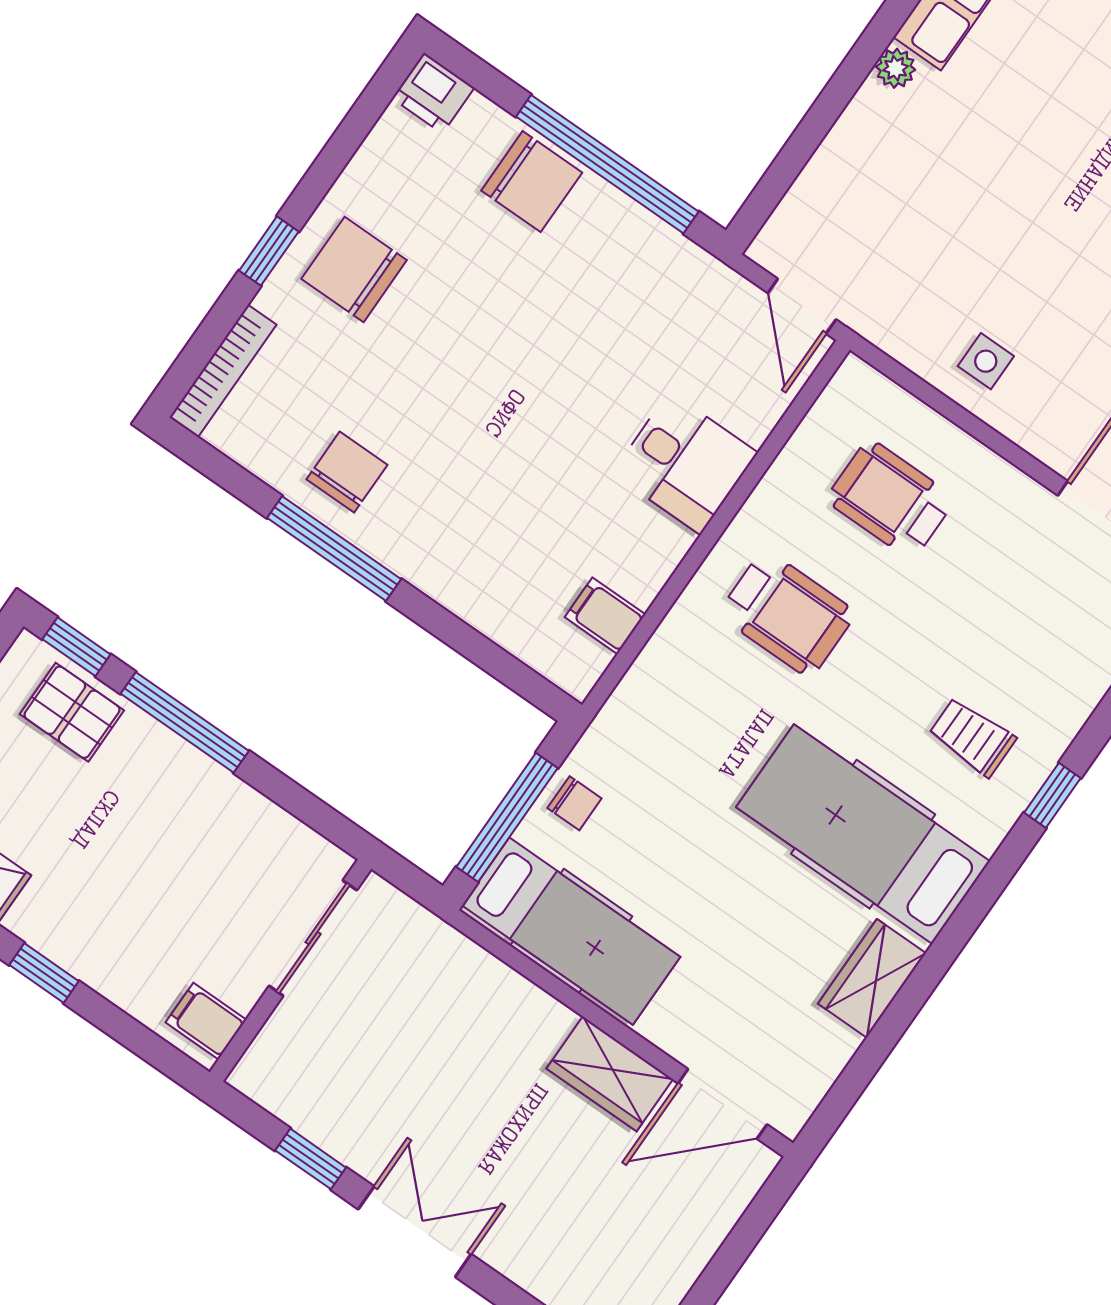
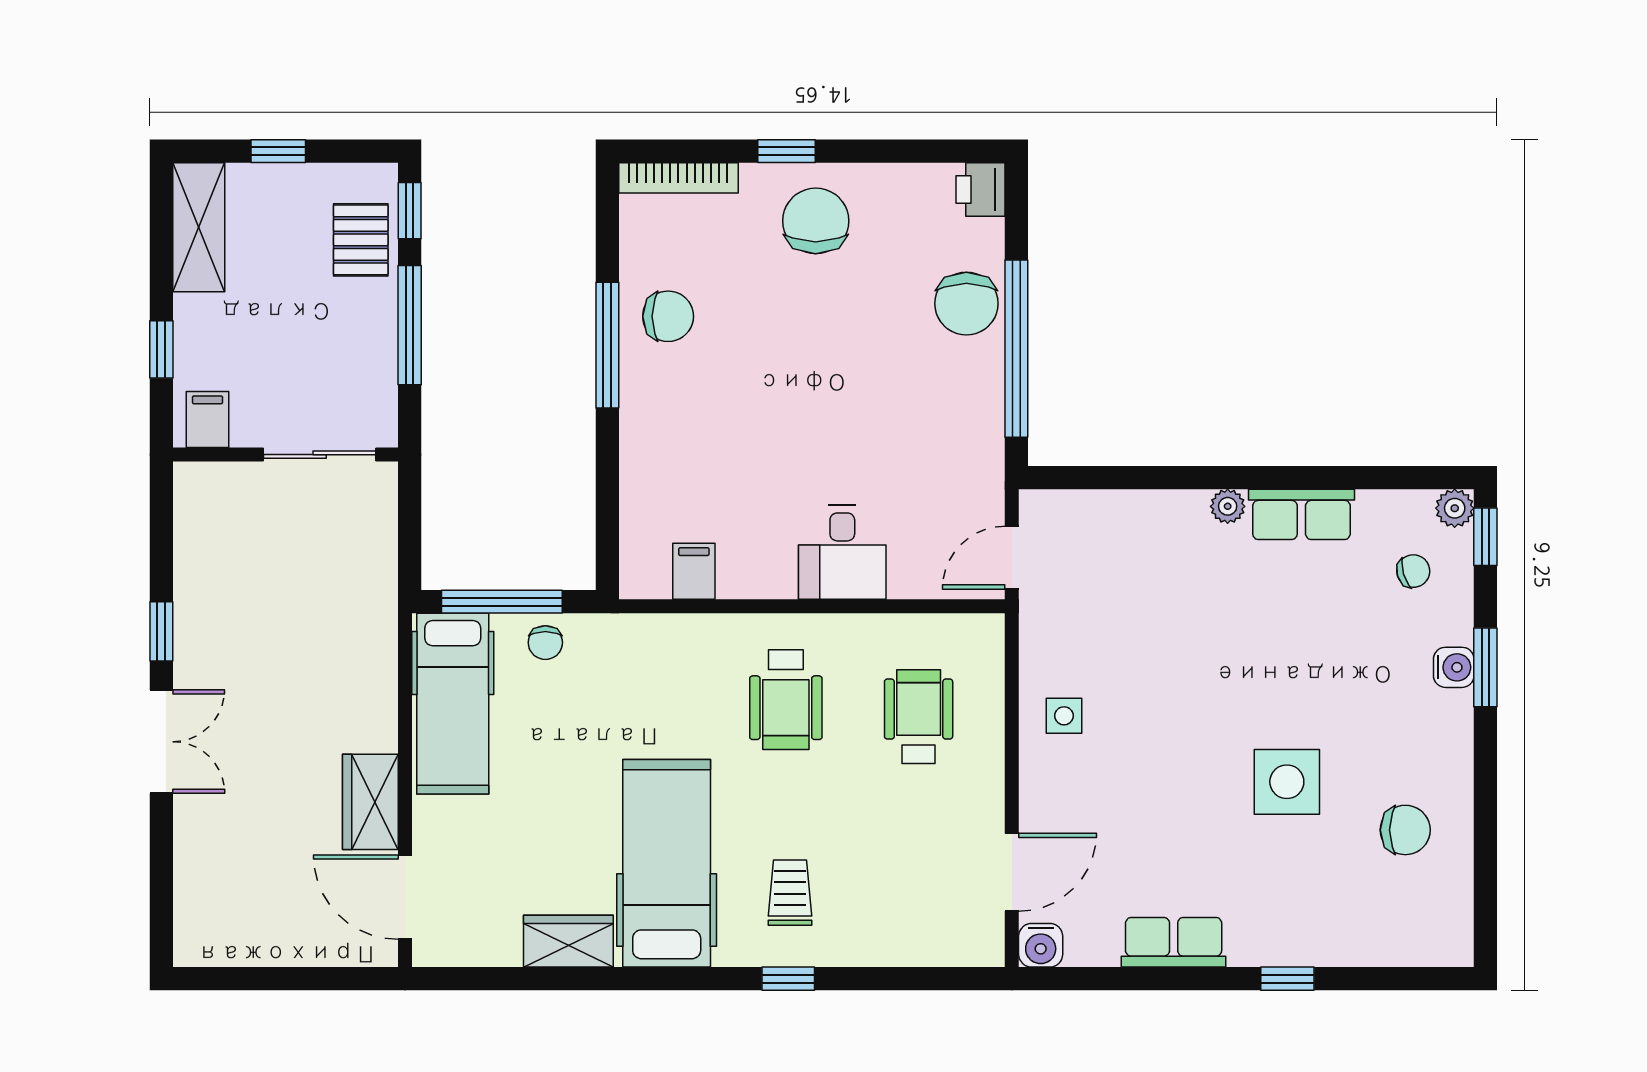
sliding door: (313, 938) -> (320, 455), moved
wall: (290, 970) -> (285, 455), moved
filing cabinet: (206, 1021) -> (208, 420), moved

